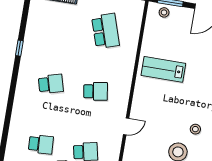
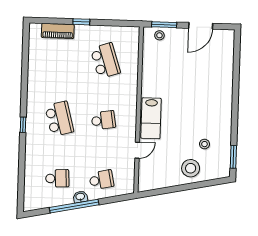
window: (19, 48) -> (23, 125), moved
lab bench: (163, 69) -> (151, 118), moved, turned -90
school desk: (51, 84) -> (59, 119), width x1.85

